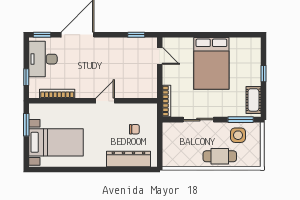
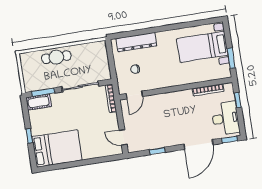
window: (136, 35) -> (157, 151), moved
bed: (211, 63) -> (57, 148), moved, turned 90
cot: (253, 100) -> (39, 102), moved, turned 90
door: (105, 101) -> (134, 95), moved
sliding door: (198, 120) -> (80, 86), width x1.37
side table: (238, 135) -> (43, 78), removed

